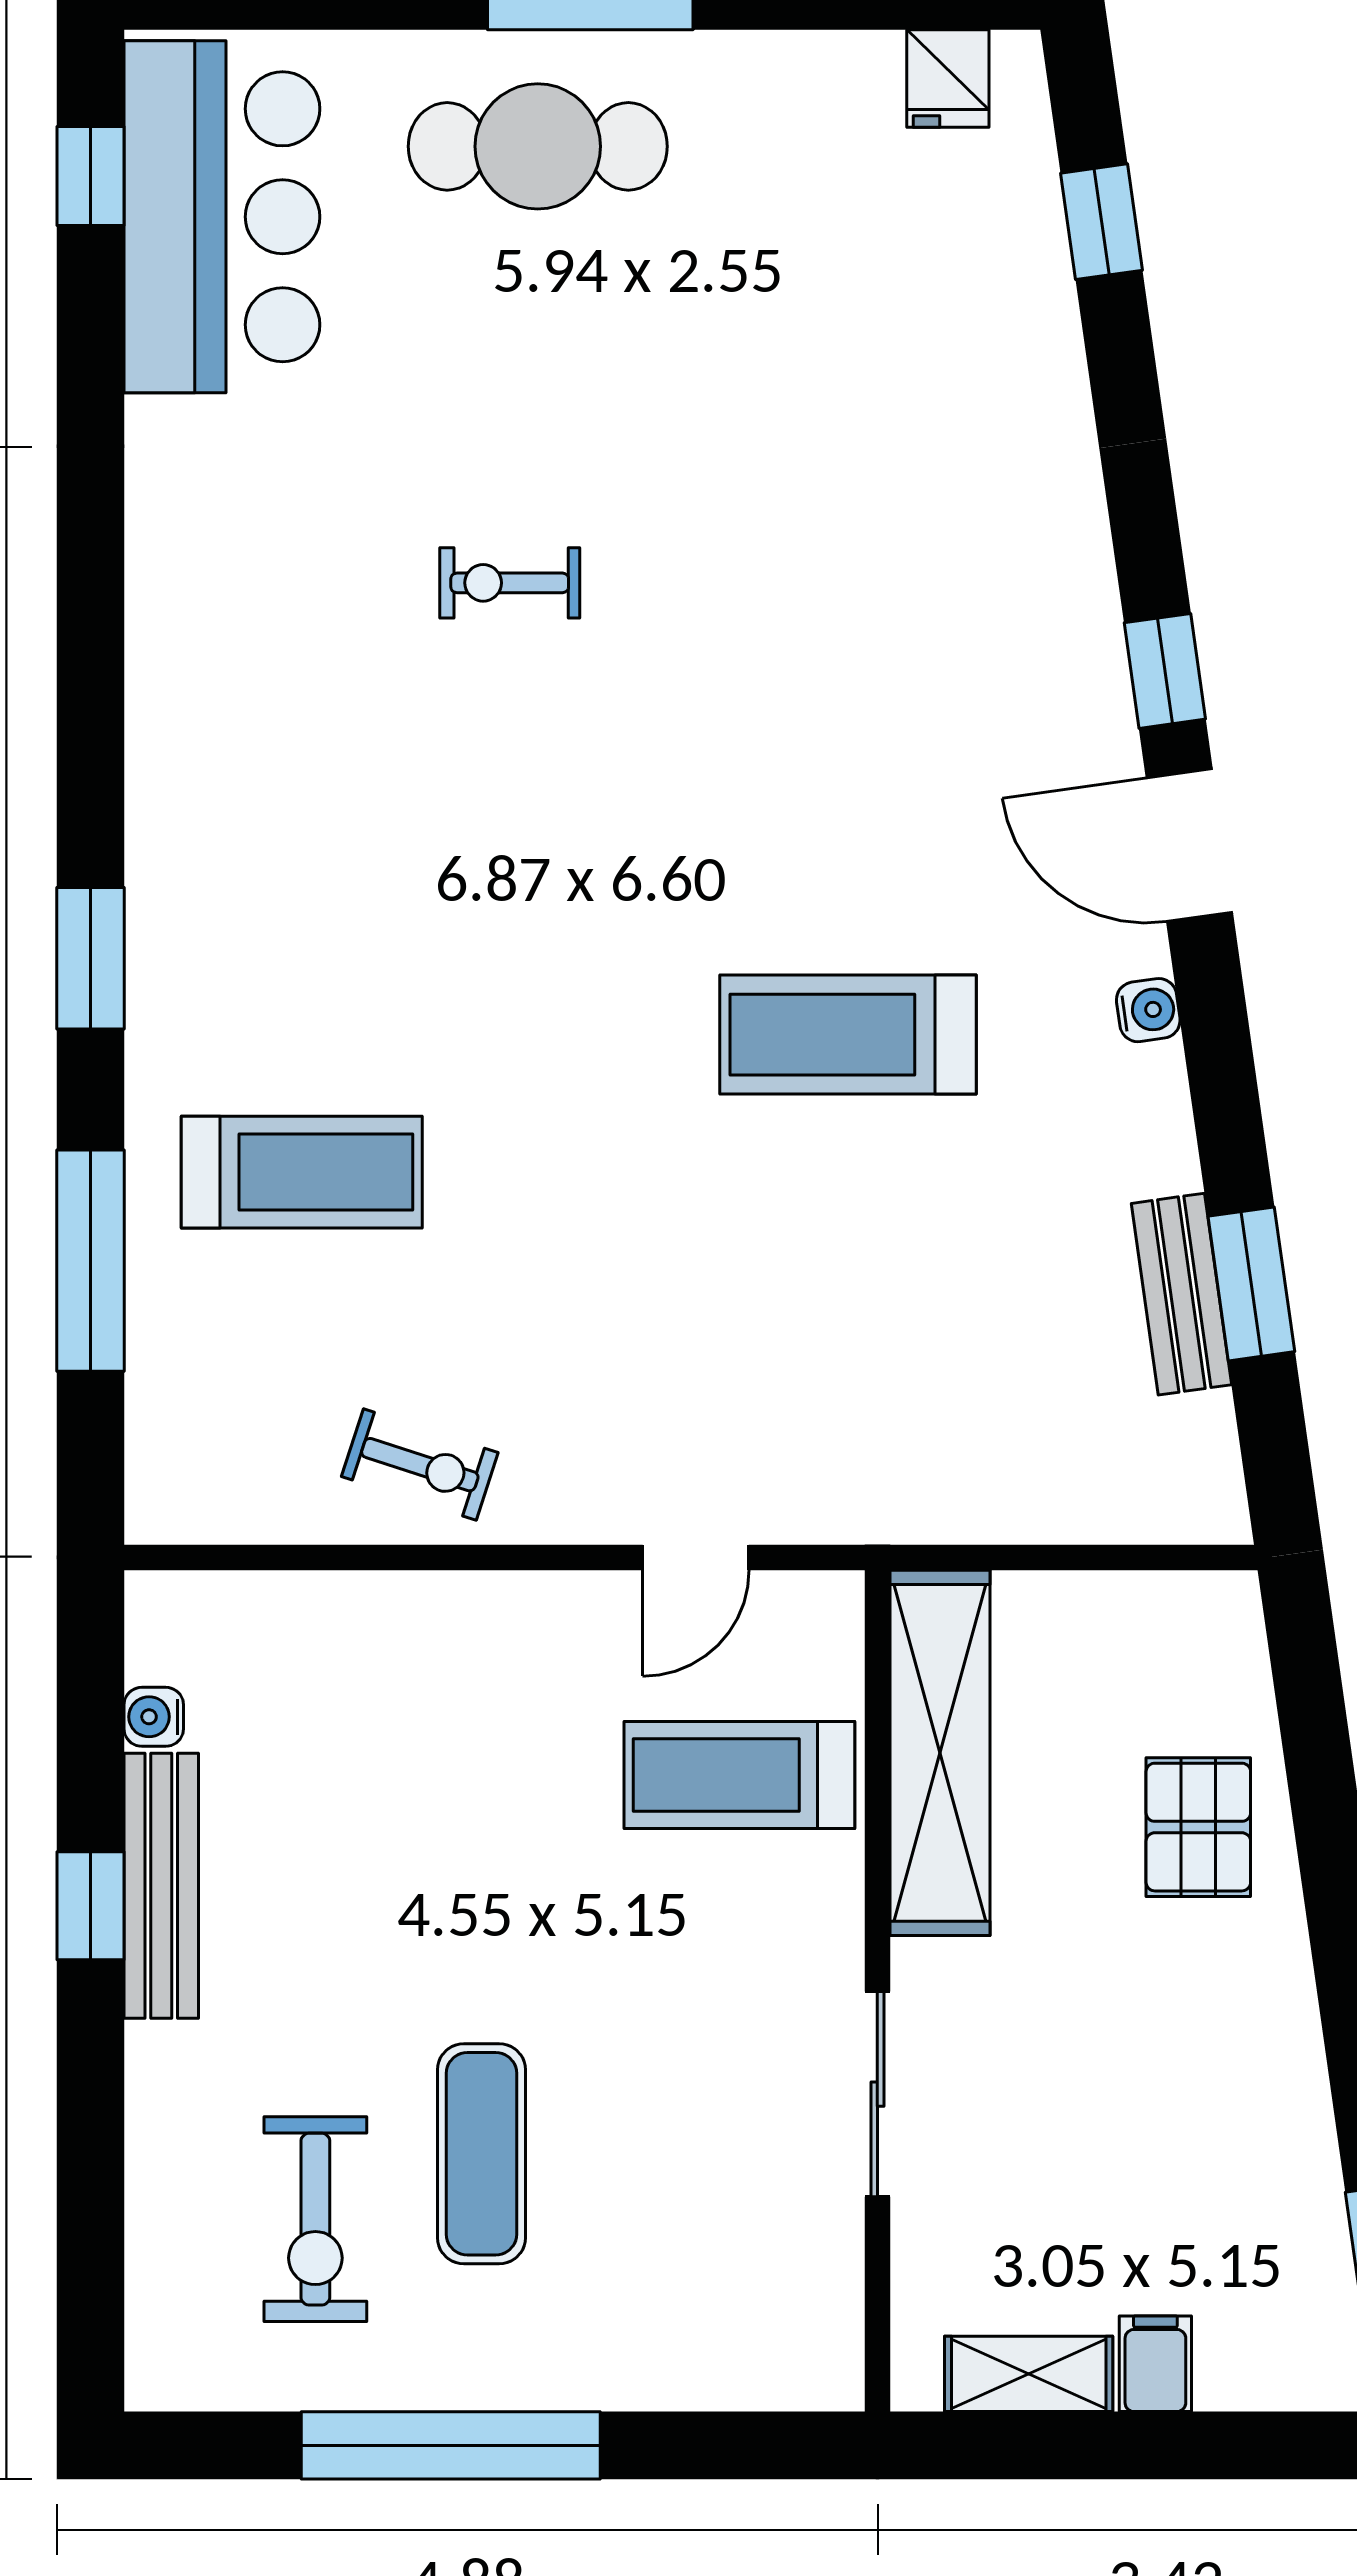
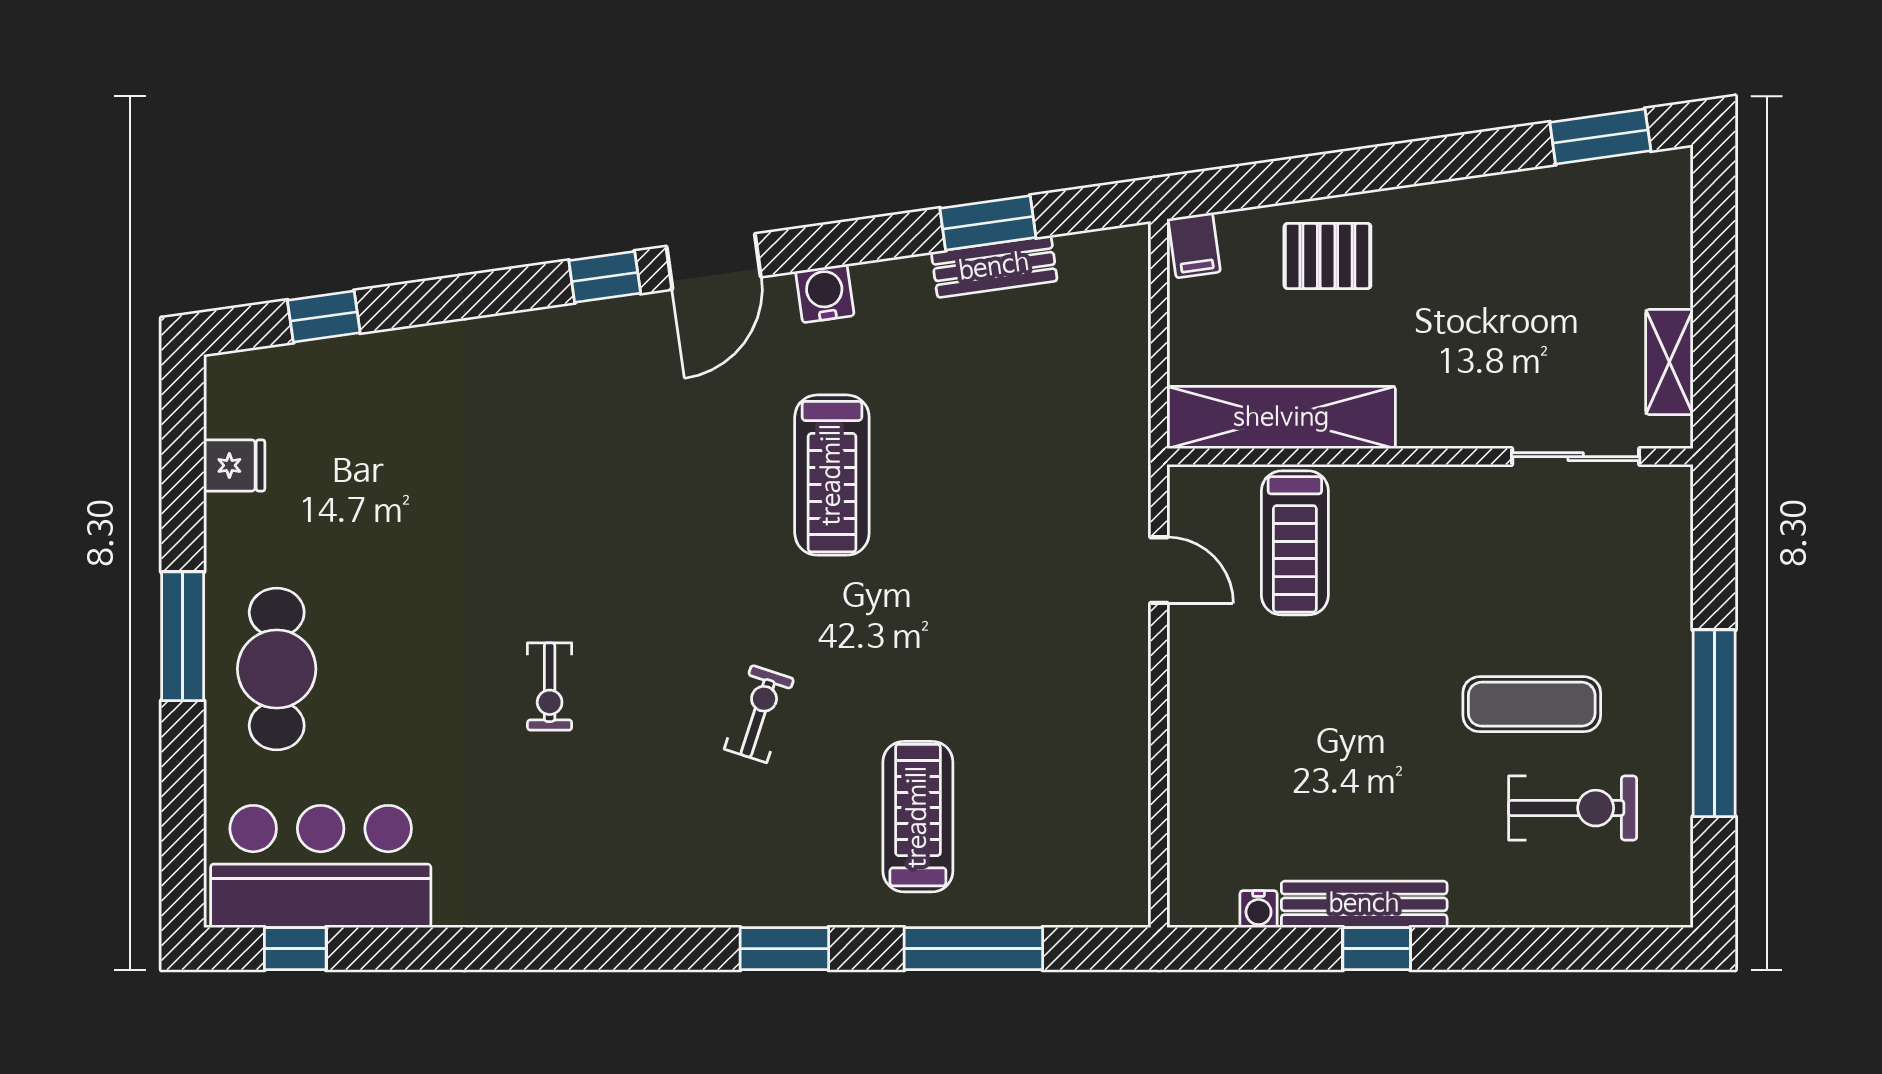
fridge: (948, 79) -> (234, 465), moved
water cooler: (1148, 1010) -> (825, 293), width x1.38, depth x1.38
exercise bike: (420, 1465) -> (759, 714), moved
sliding door: (877, 2094) -> (1576, 457), moved
filing cabinet: (1155, 2364) -> (1194, 245), moved, turned -98

